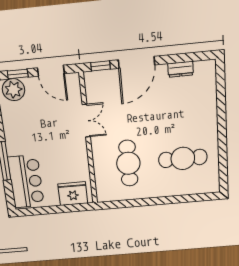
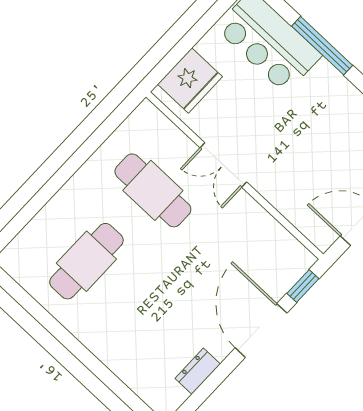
double door: (86, 121) -> (223, 165), moved

